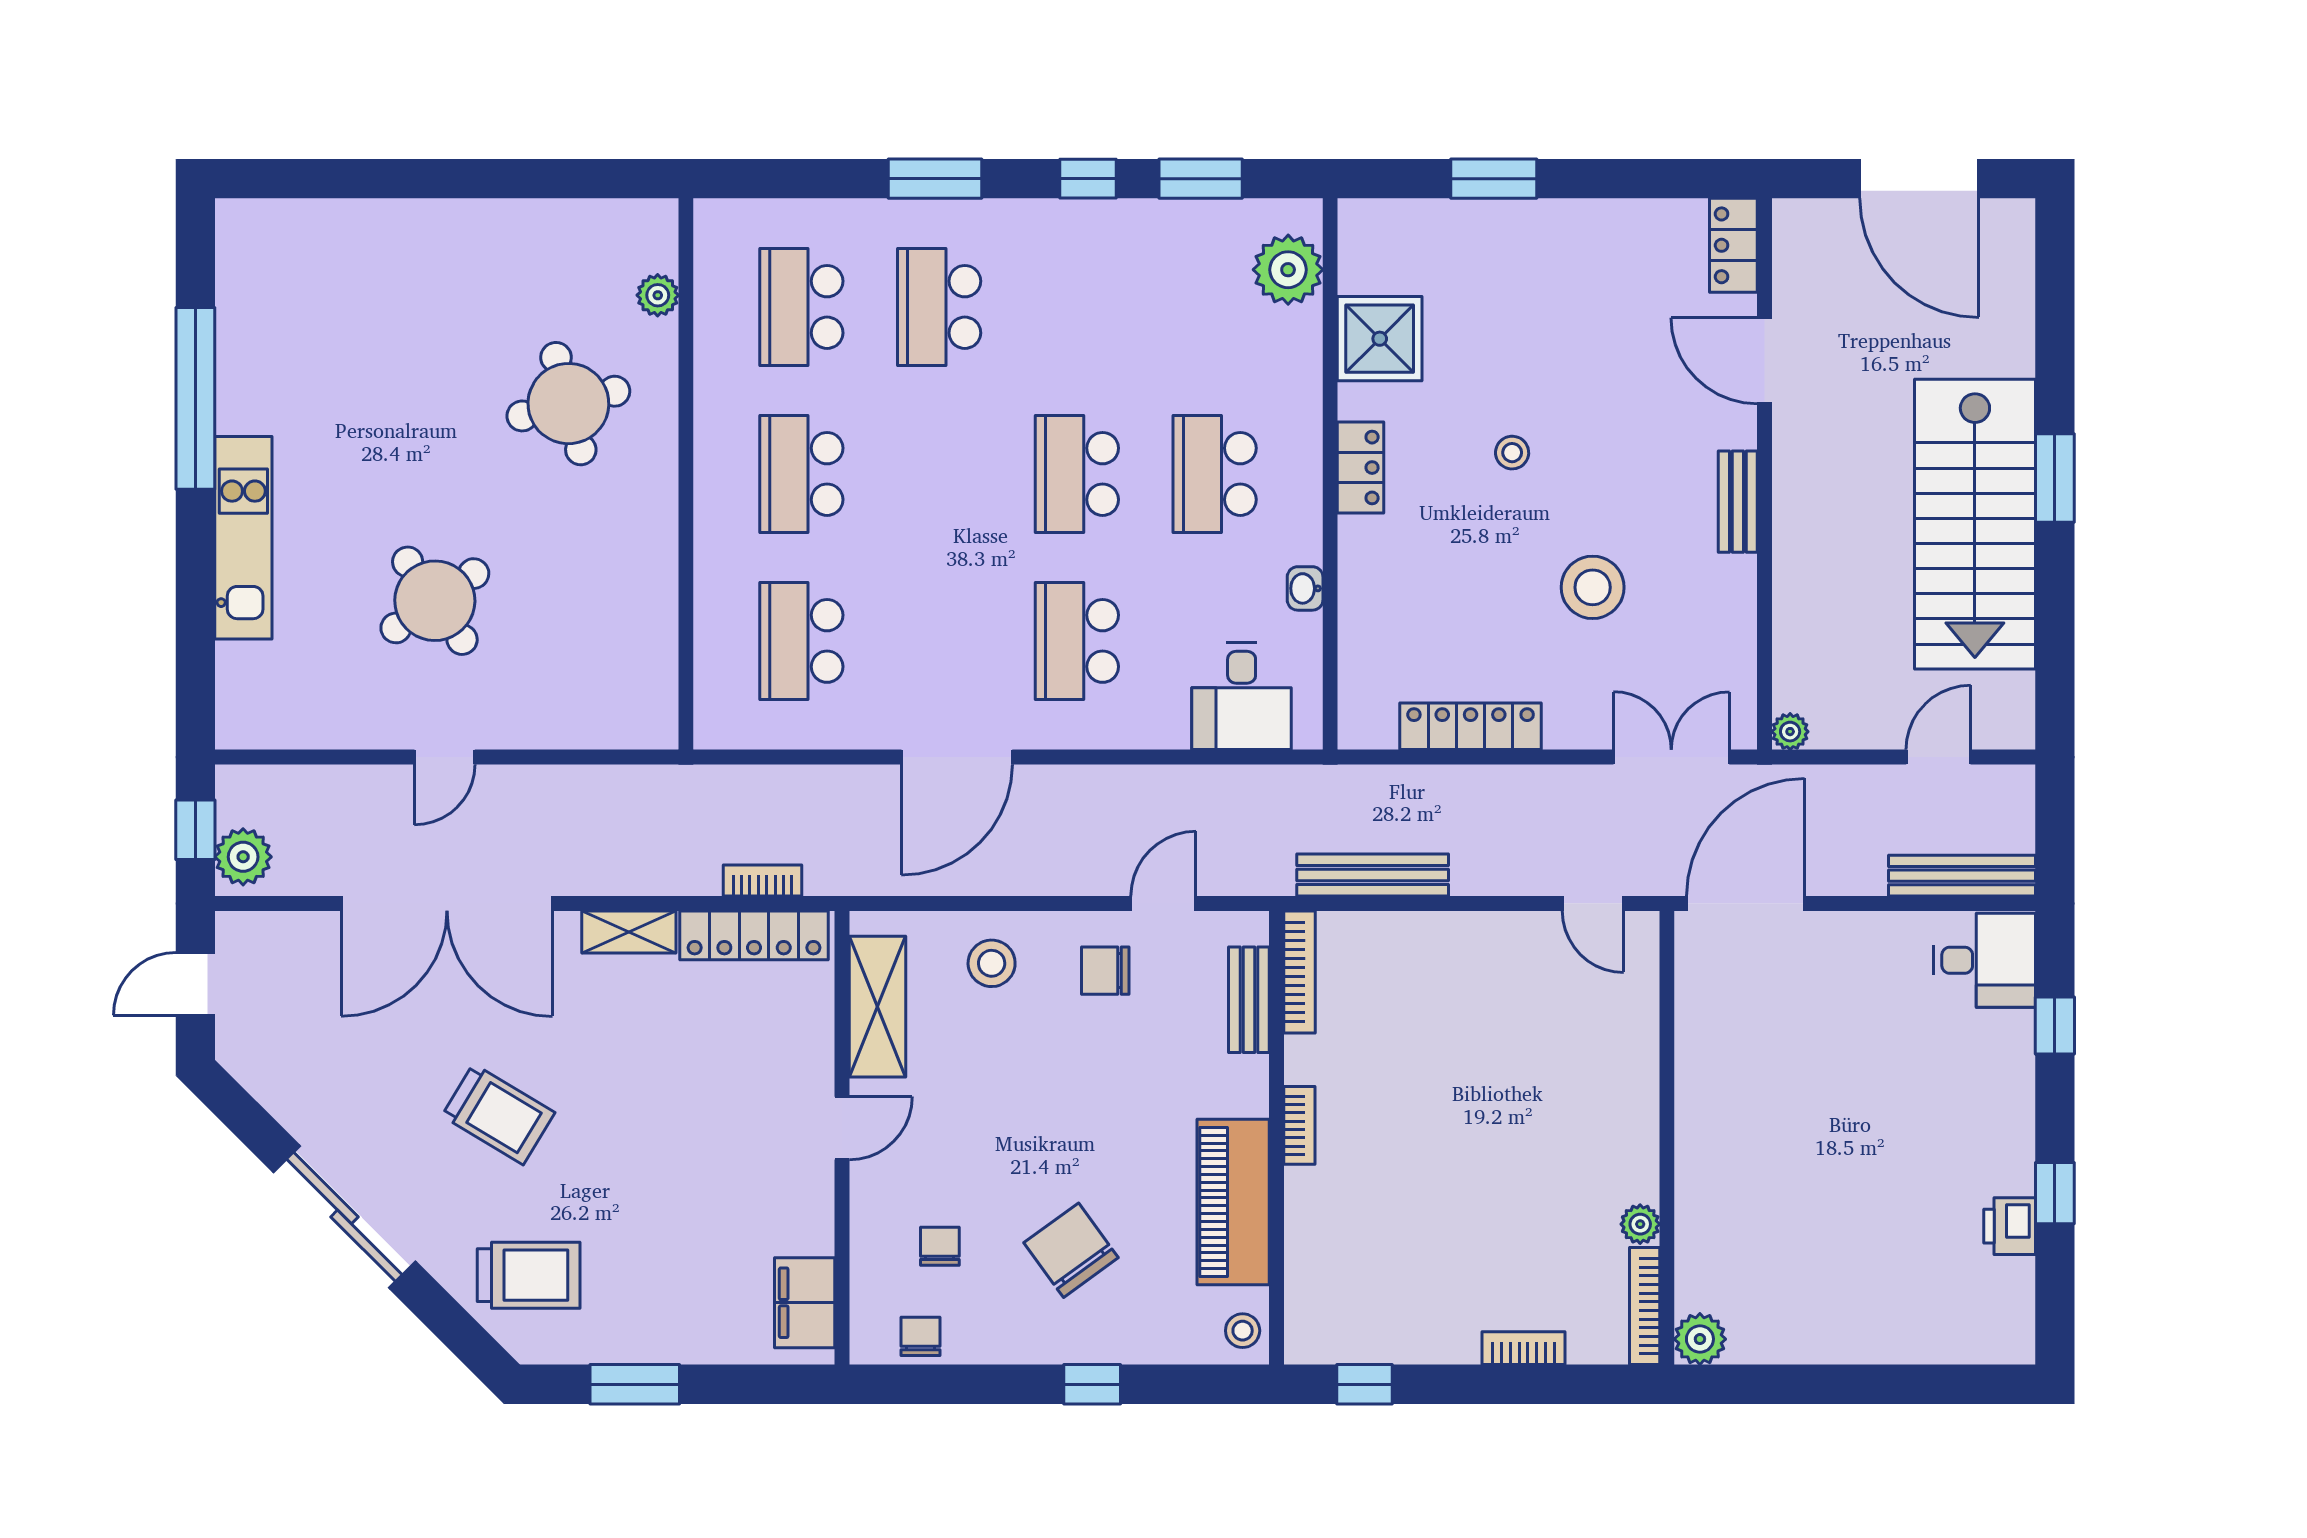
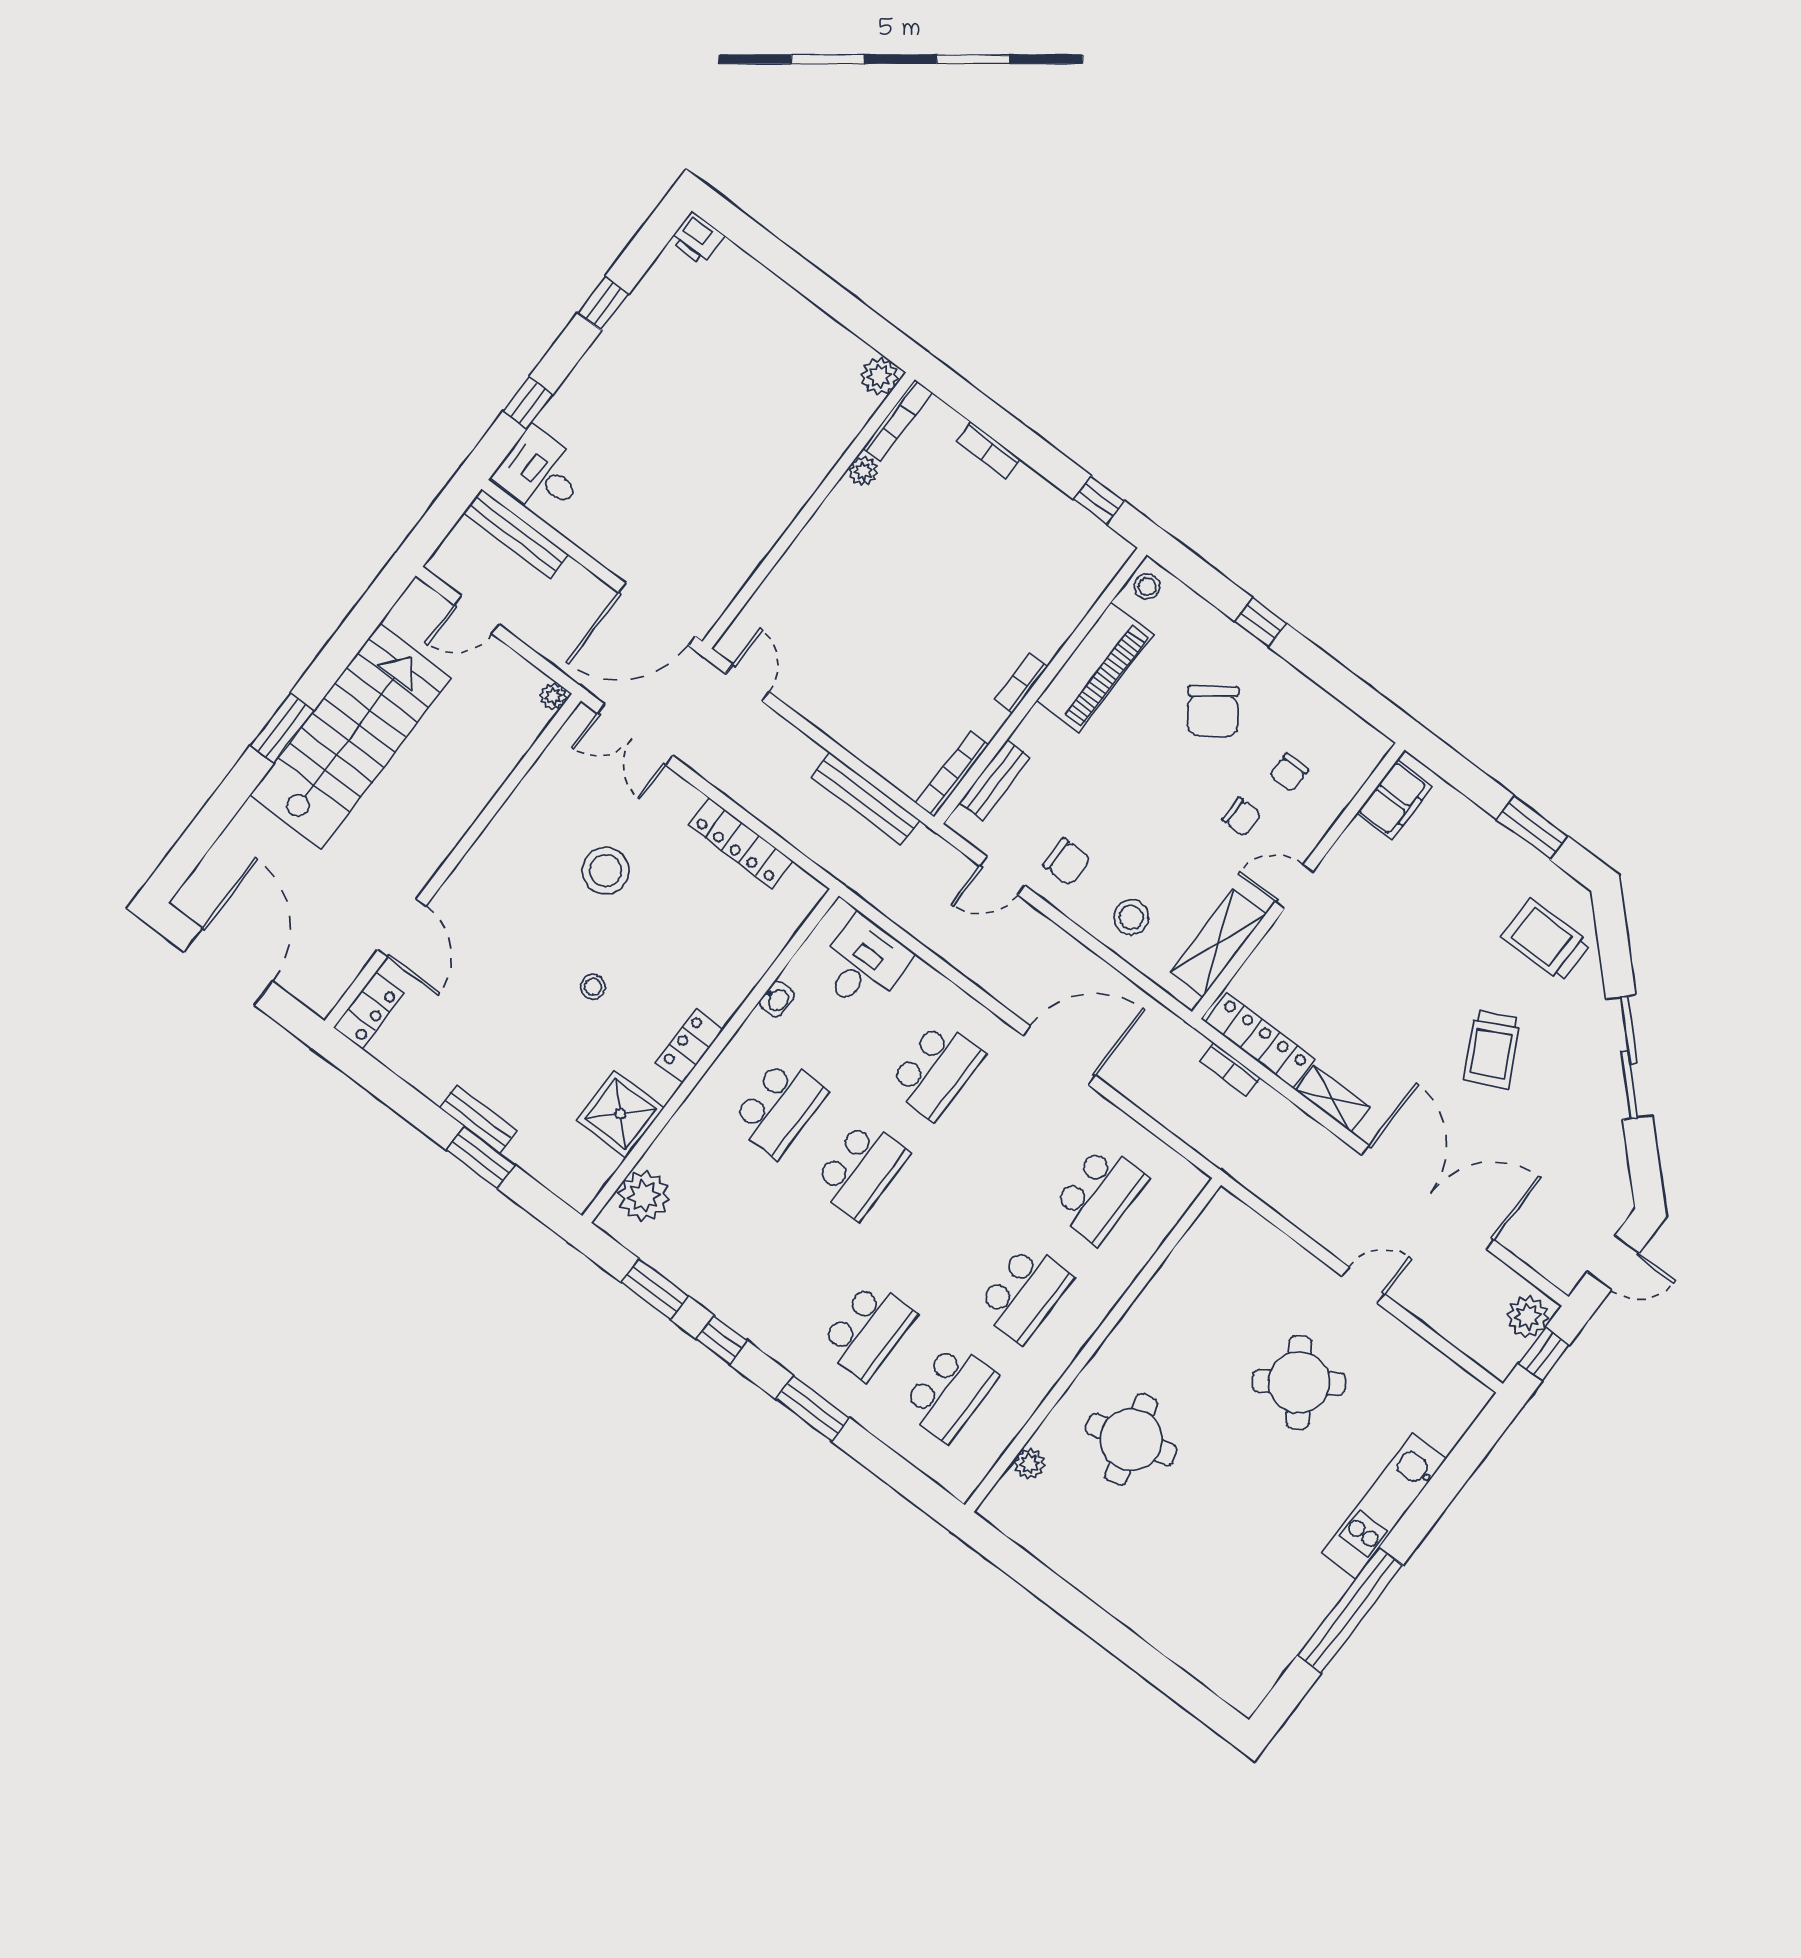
bench: (1738, 502) -> (478, 1119), moved, turned 90
trolley: (498, 1114) -> (1492, 1049), turned -148
printer: (2010, 1226) -> (697, 238), moved, turned 90
chair: (920, 1336) -> (1242, 817), moved, turned -90

